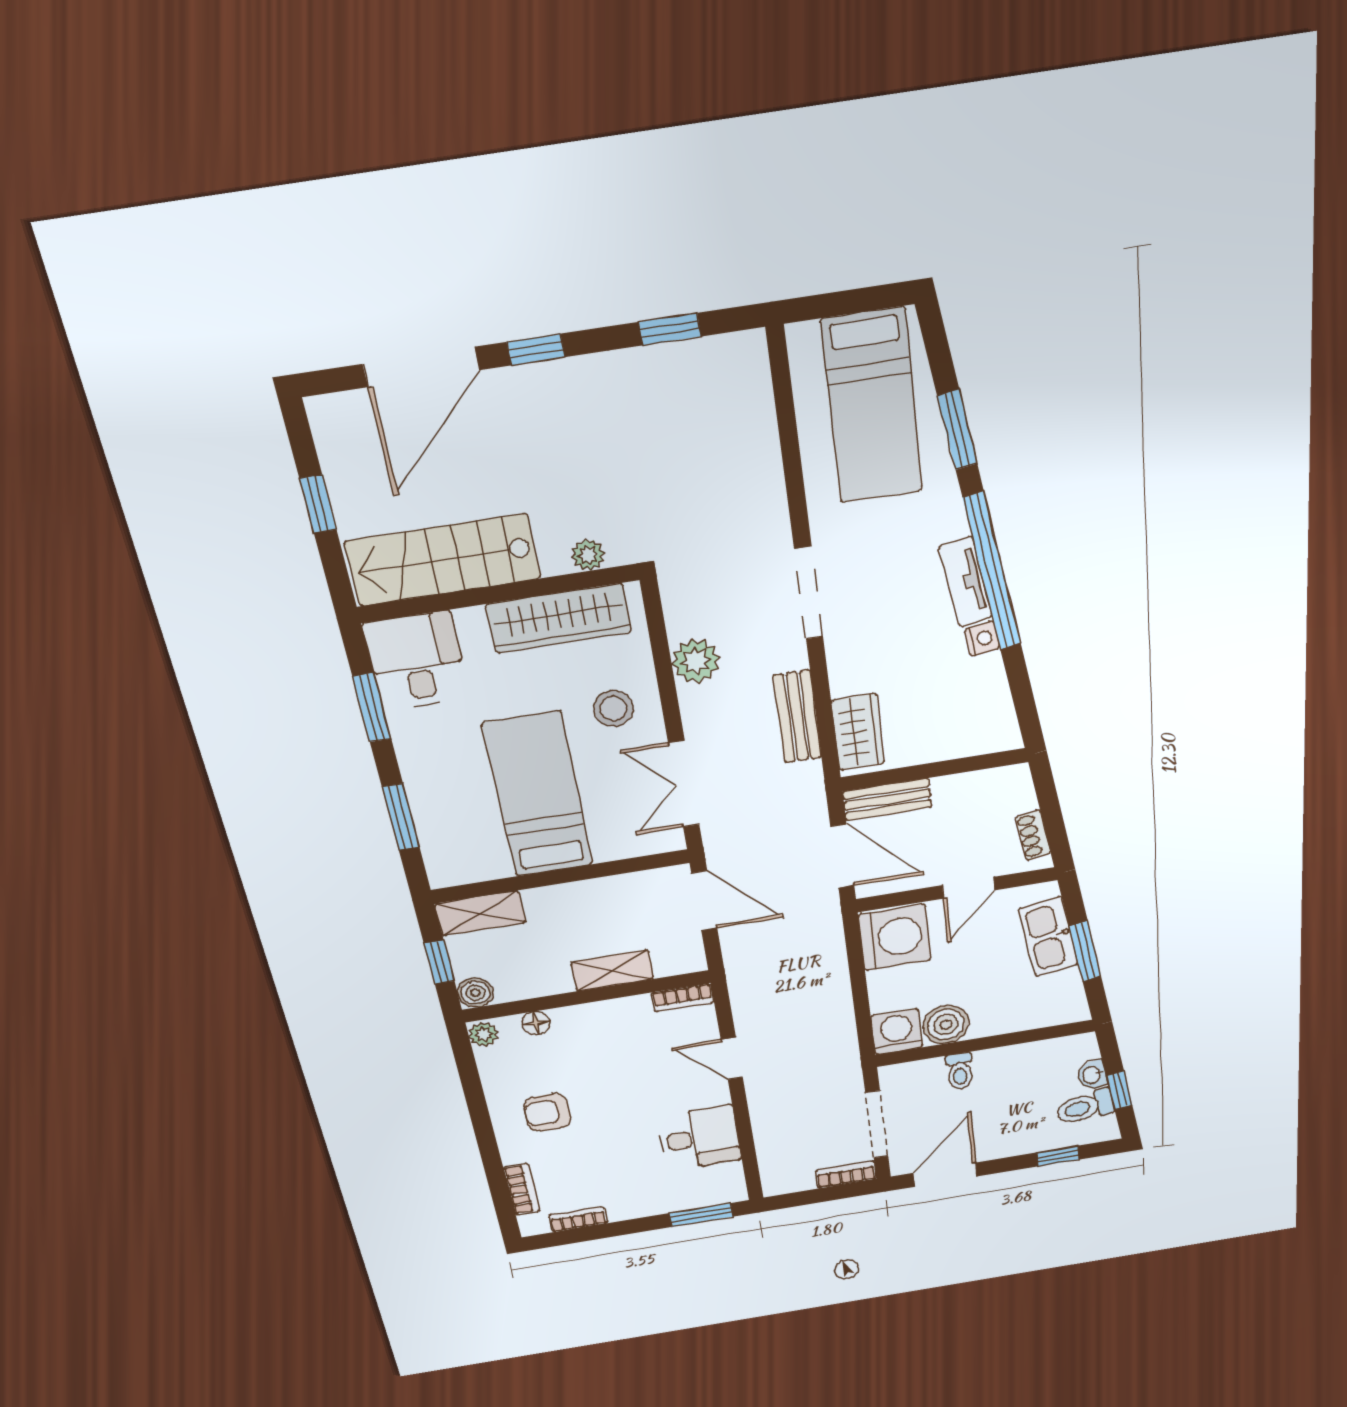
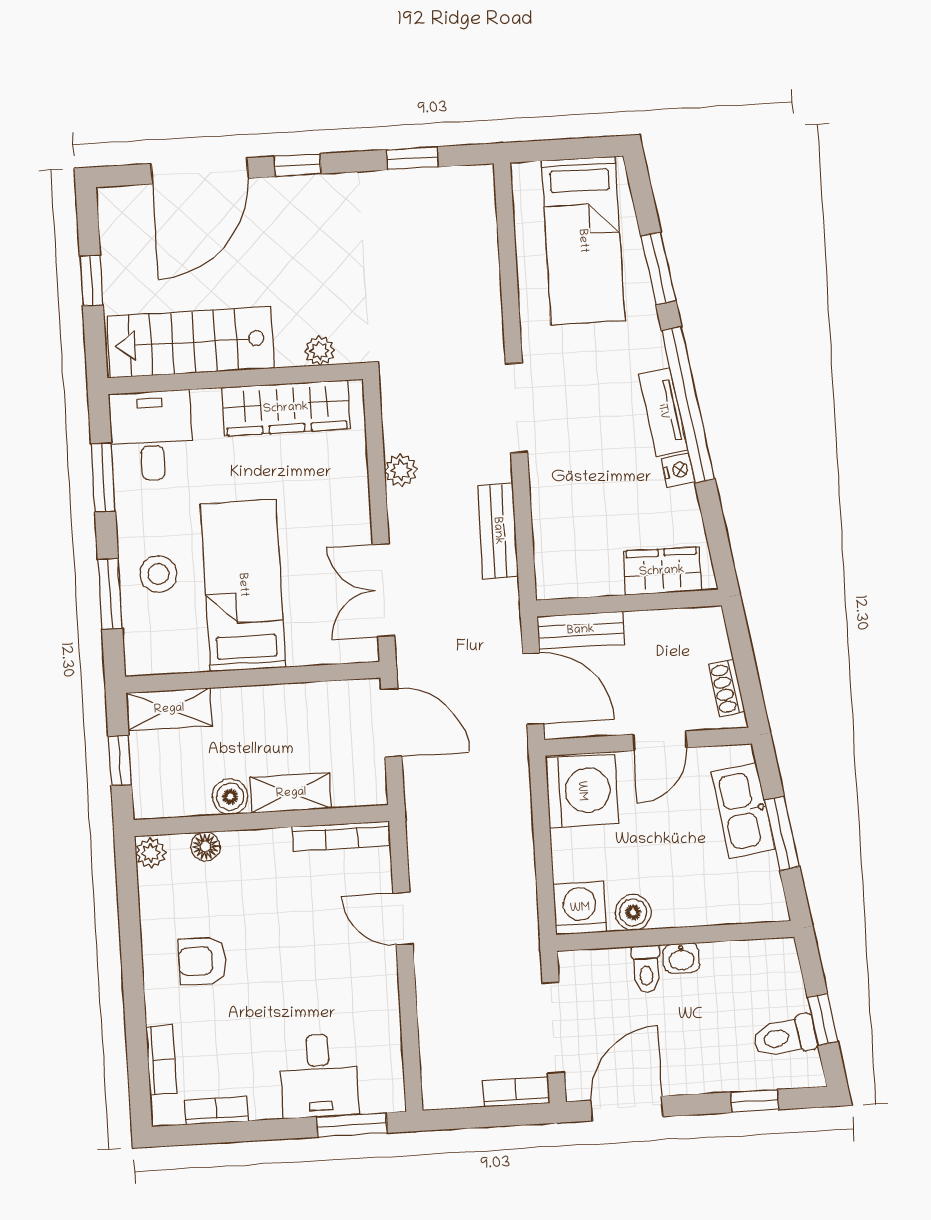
plant: (696, 661) -> (401, 470), width x0.73, depth x0.73
stool: (613, 708) -> (158, 574), moved
wardrobe: (858, 732) -> (662, 571), moved, turned -90
boiler: (475, 993) -> (230, 797), moved
bookcase: (683, 998) -> (341, 836), width x1.56
boiler: (946, 1024) -> (633, 912), width x0.73, depth x0.73
washbasin: (1092, 1075) -> (681, 958), moved, turned -81
desk: (700, 1138) -> (319, 1076), moved, turned 90

